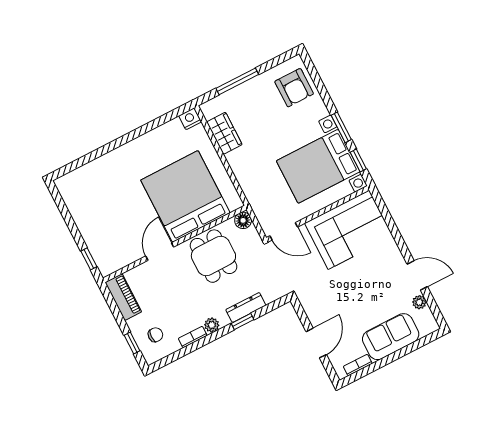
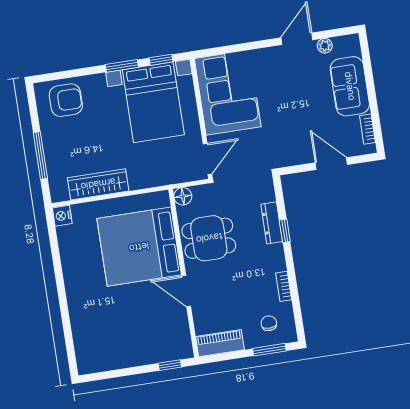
wardrobe: (224, 133) -> (98, 184), width x1.50
plant: (212, 325) -> (278, 263), removed
window: (132, 343) -> (269, 350), width x1.50

